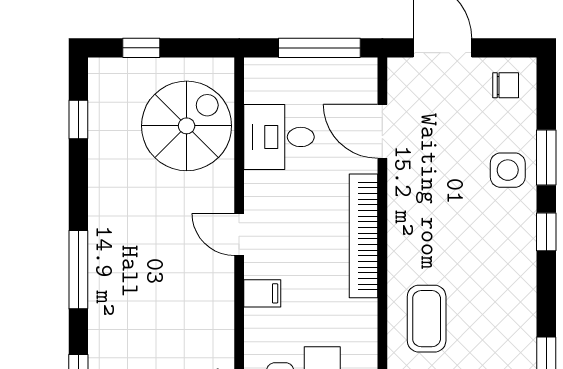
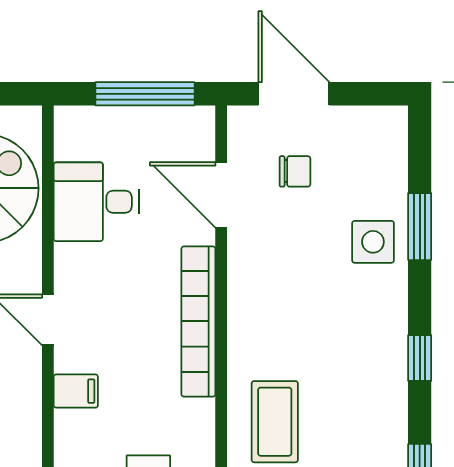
chair: (506, 85) -> (295, 171), moved
window: (546, 232) -> (420, 358), moved

